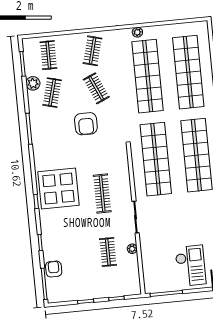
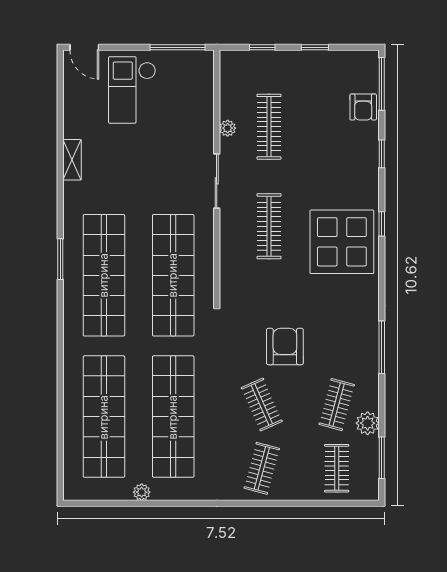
plant: (137, 32) -> (142, 492), moved
clothes rail: (108, 252) -> (269, 127), width x1.36

